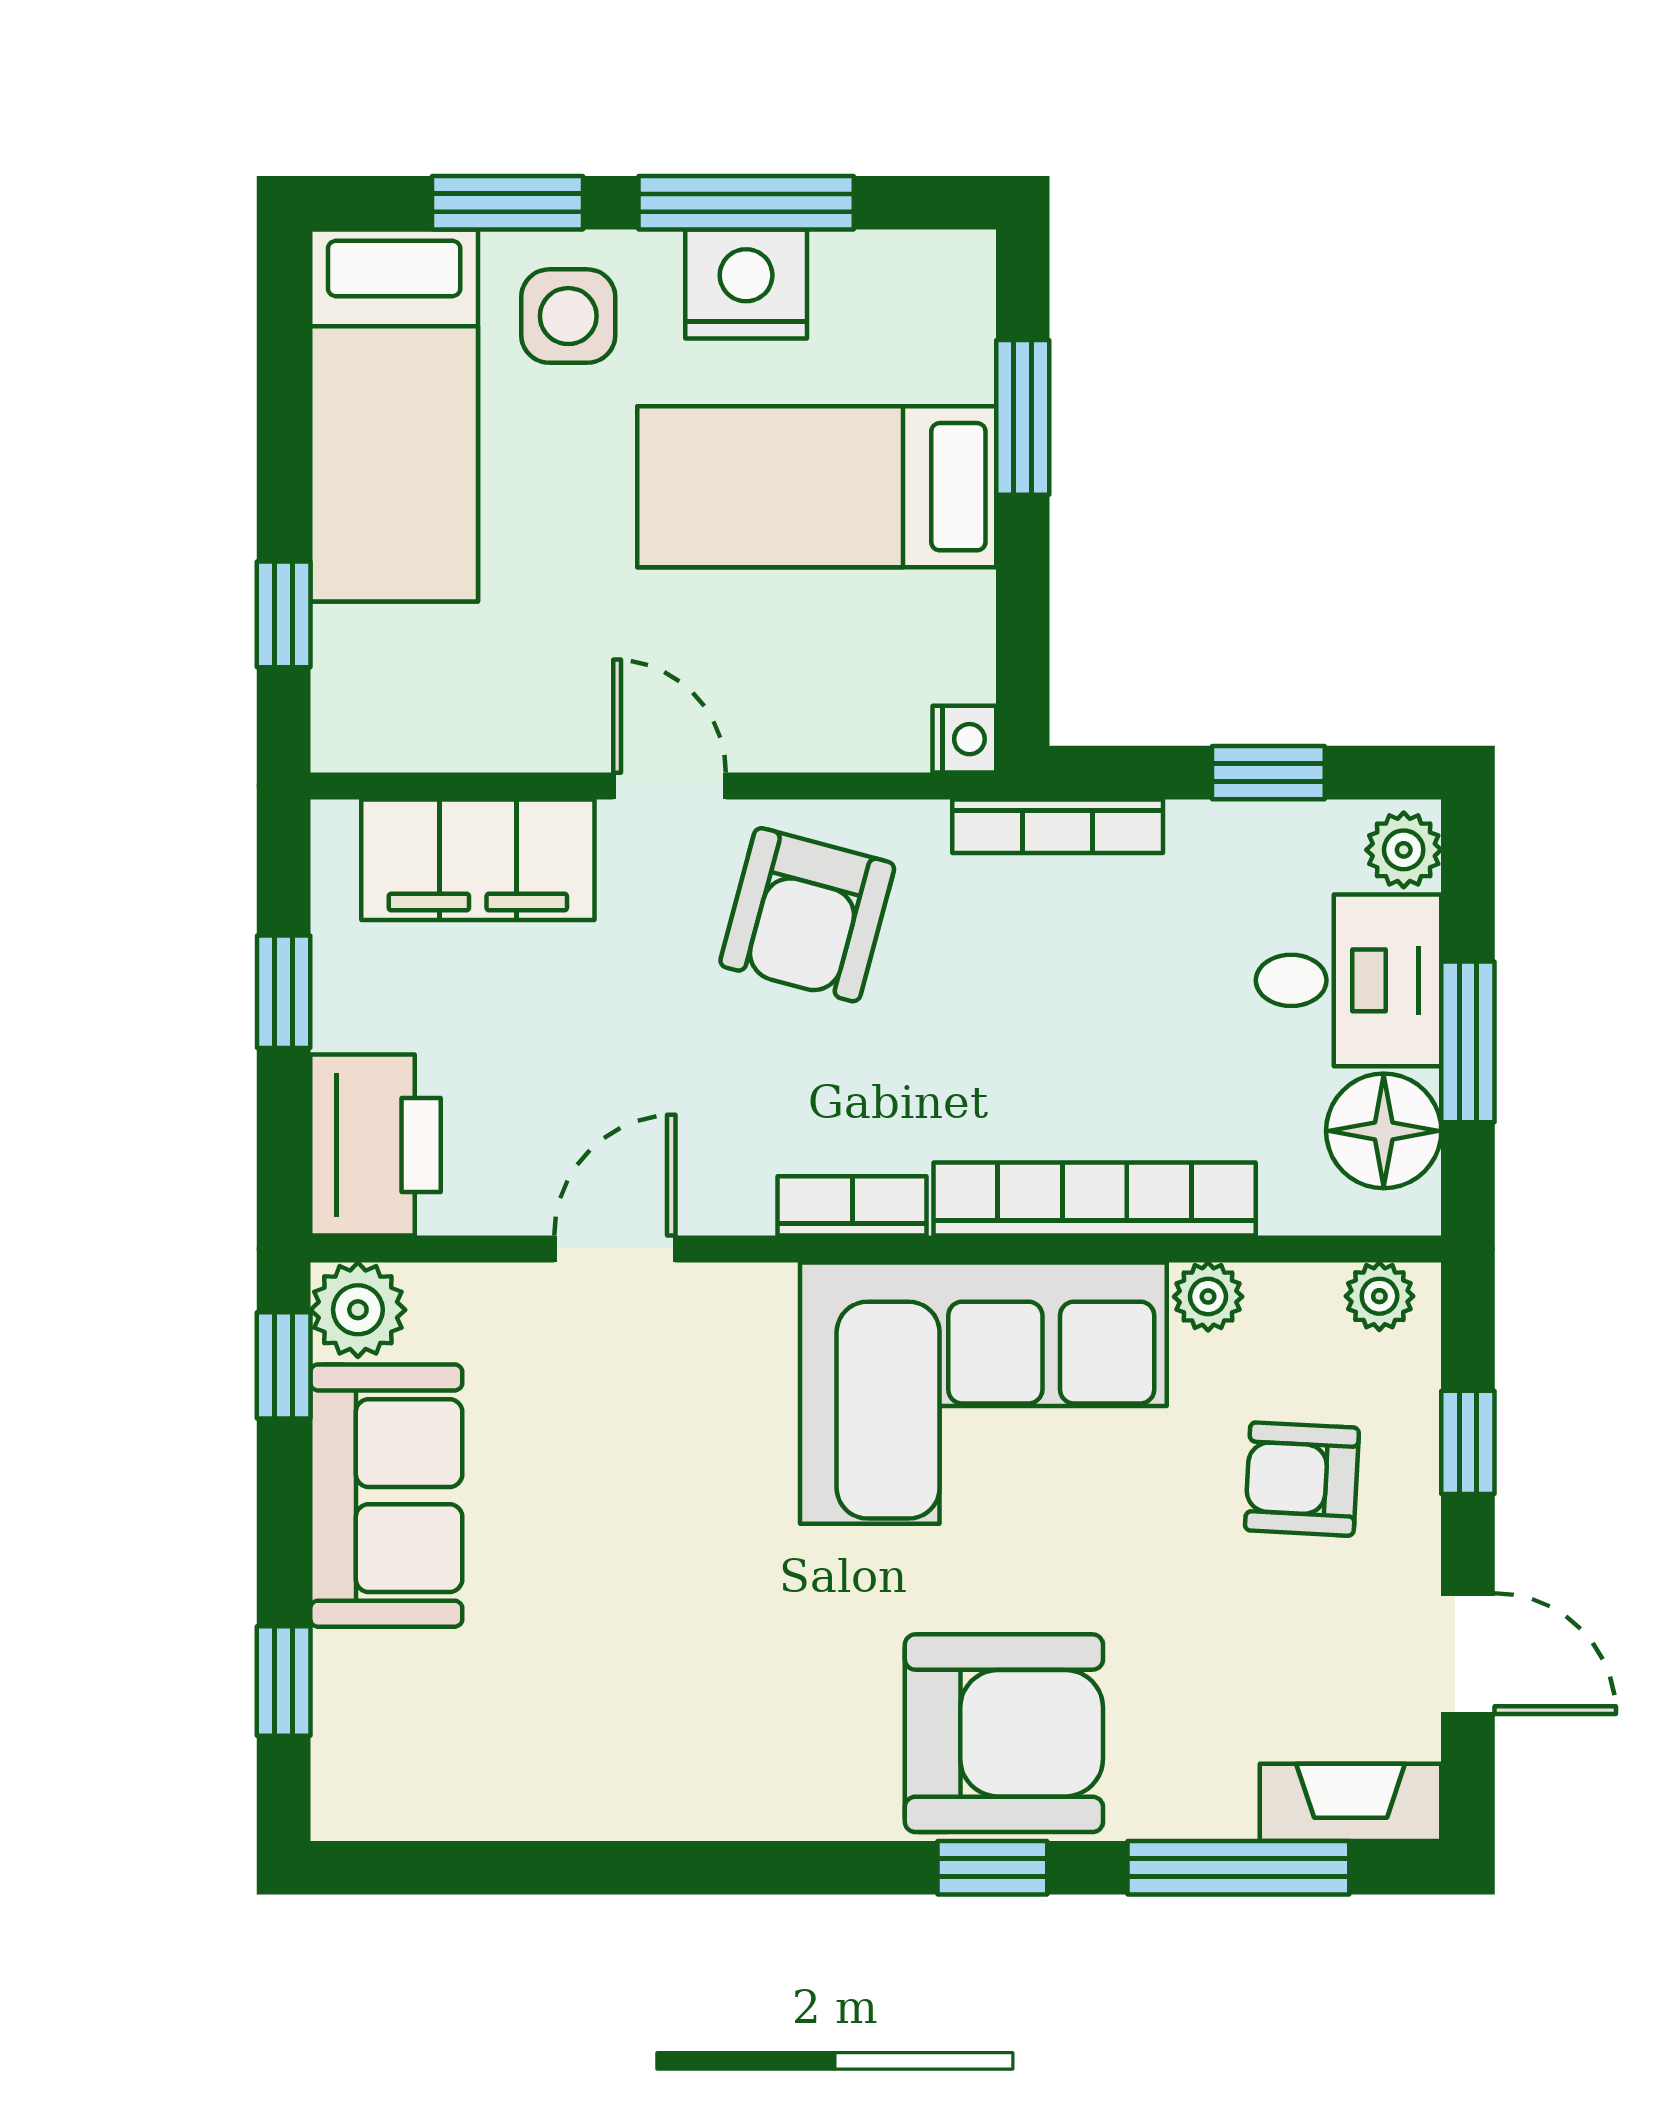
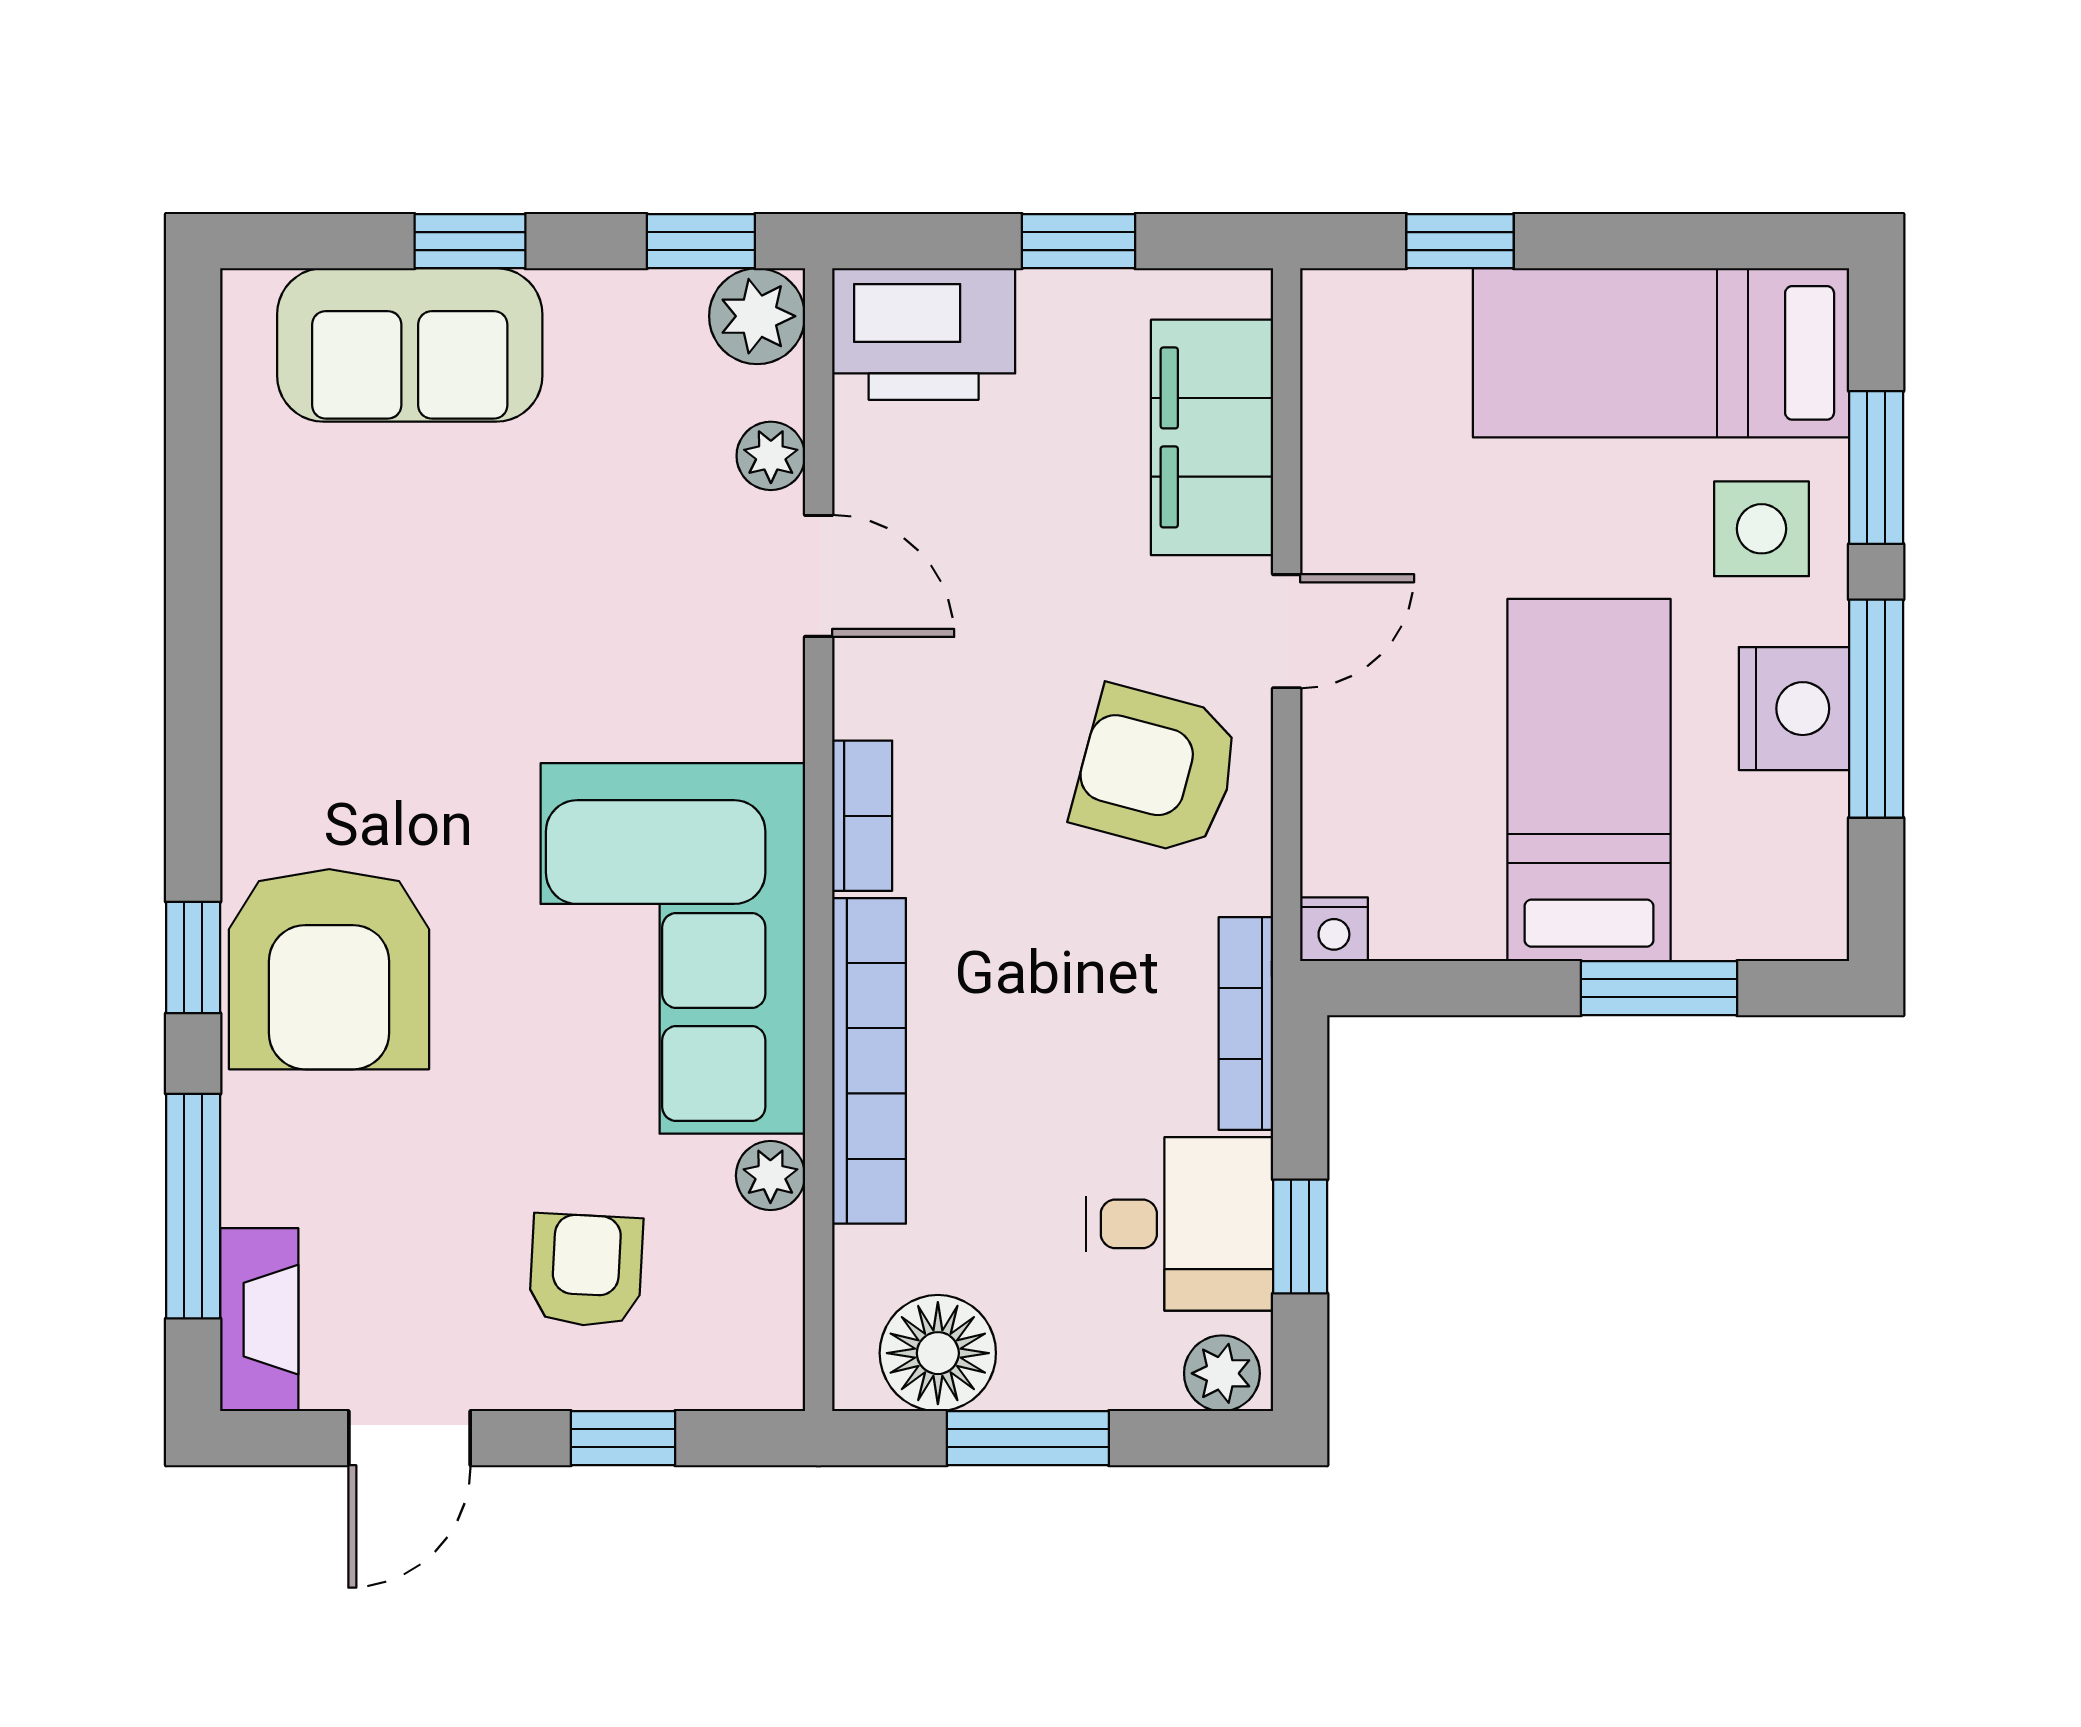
desk: (1349, 980) -> (1179, 1224), moved, turned -90
plant: (1379, 1296) -> (771, 456), moved
sofa: (386, 1496) -> (410, 345), moved
window: (284, 1681) -> (470, 241), moved

